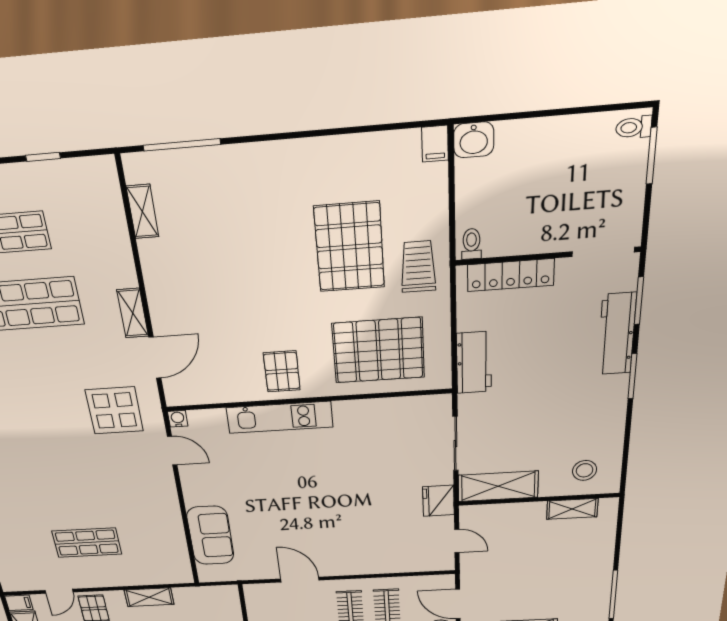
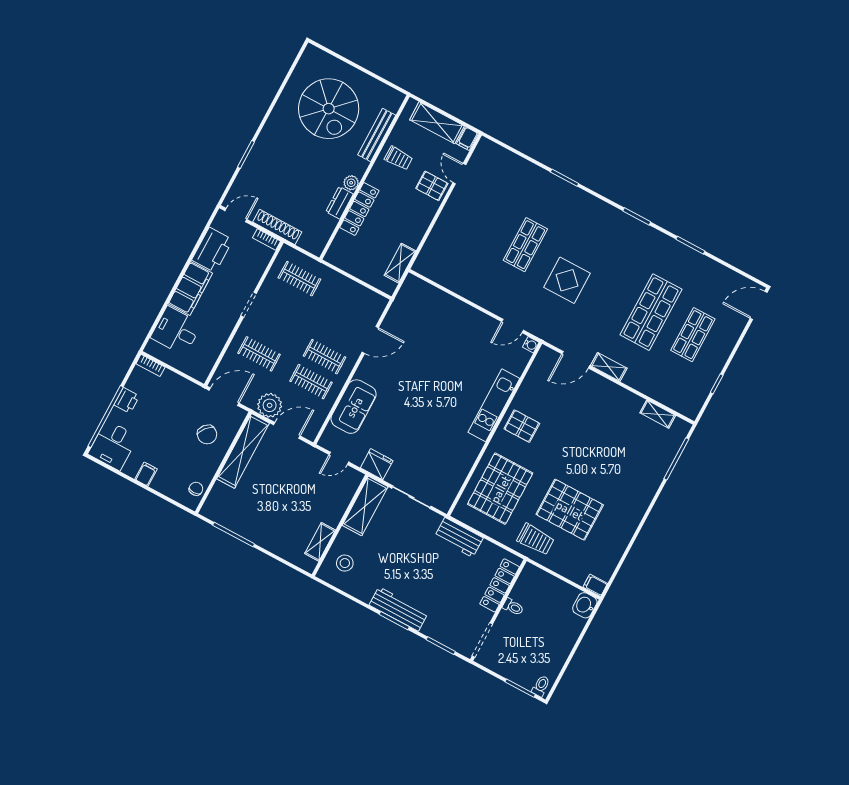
toilet: (472, 244) -> (513, 607), moved
workbench: (617, 334) -> (399, 609), moved
door: (155, 358) -> (576, 360), hinge flipped
display table: (114, 410) -> (567, 280), moved
sofa: (210, 536) -> (354, 407), moved, turned -90
shop shelf: (87, 543) -> (525, 245), moved
shelving: (149, 597) -> (400, 263), moved

